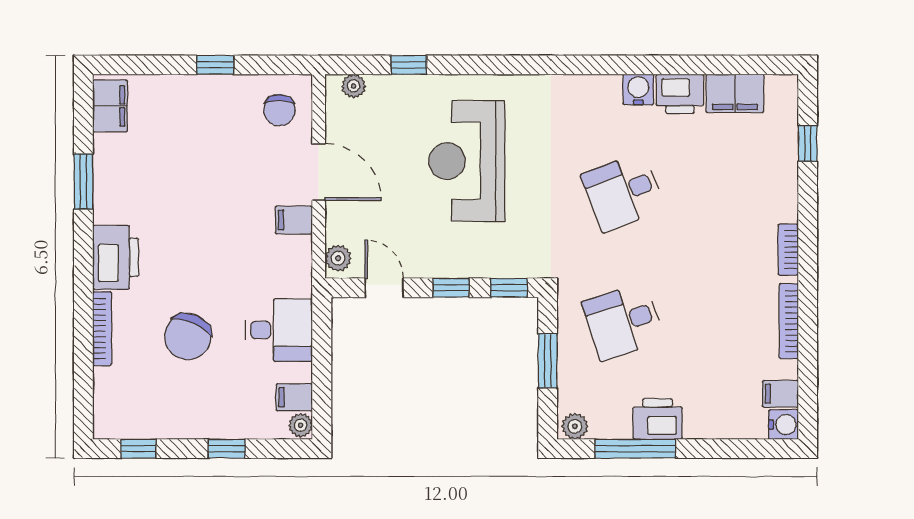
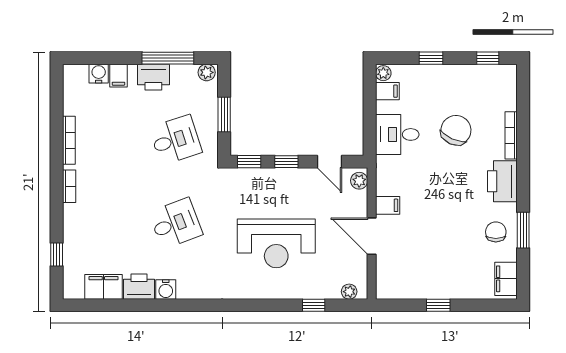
chair: (279, 110) -> (496, 232), moved
reception desk: (467, 161) -> (276, 243), turned 90
filing cabinet: (780, 394) -> (118, 76), moved, turned 90
water cooler: (784, 425) -> (99, 74), moved, turned 90

